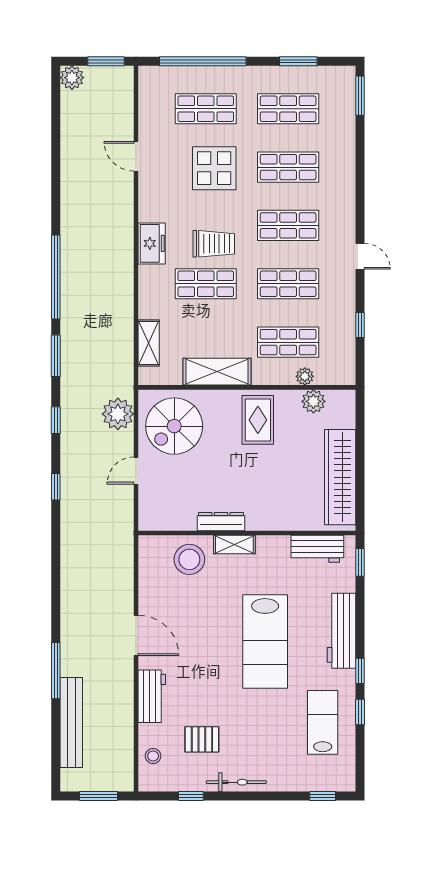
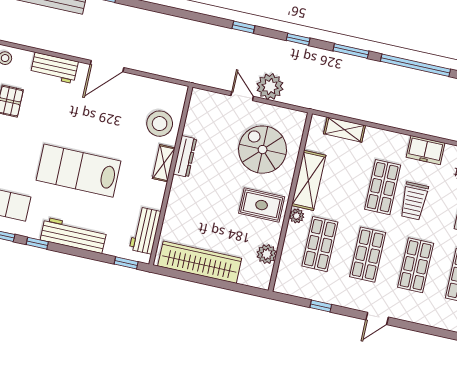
plant: (305, 376) -> (297, 216), moved
plant: (118, 414) -> (270, 87), moved
spiral stairs: (174, 426) -> (263, 150), moved

